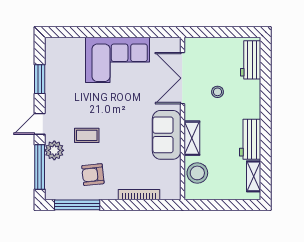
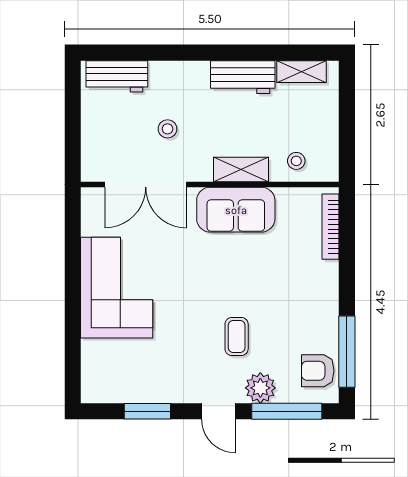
stool: (197, 173) -> (296, 161), width x0.53, depth x0.53
armchair: (93, 175) -> (318, 371), moved, turned 96
bookcase: (139, 195) -> (331, 227), moved

